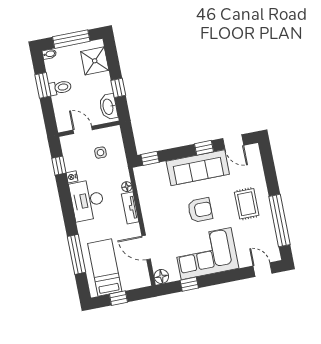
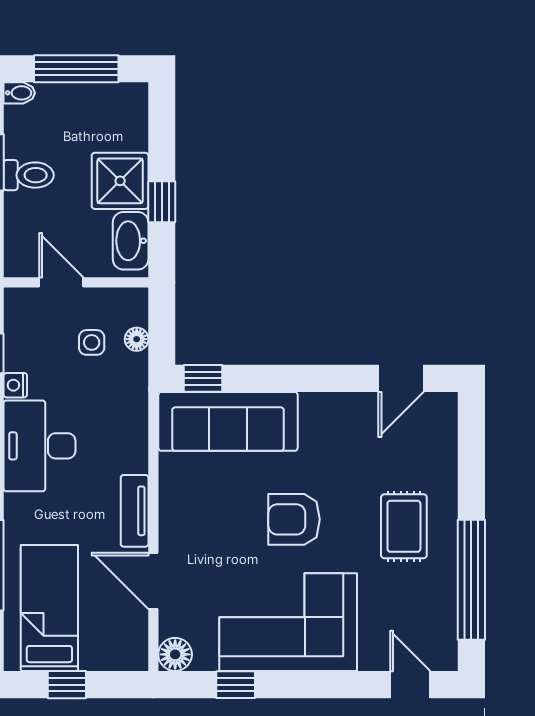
shower: (95, 61) -> (120, 181), moved
door: (233, 142) -> (401, 378), hinge flipped
window: (204, 148) -> (332, 378), removed
sofa: (198, 168) -> (228, 421), moved
floor lamp: (127, 187) -> (137, 339), moved
tv unit: (130, 208) -> (135, 511), moved
armchair: (200, 210) -> (294, 519), turned 180

